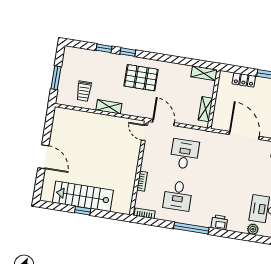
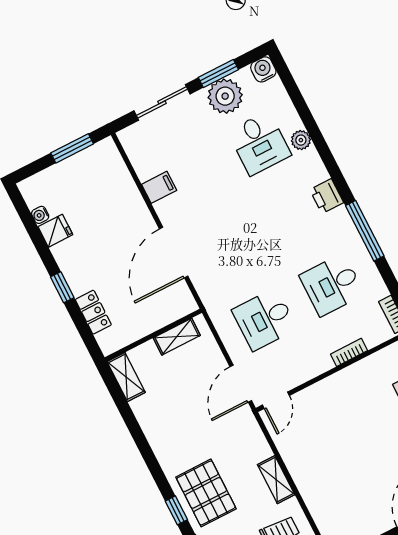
pallet: (141, 78) -> (206, 493), moved
desk: (178, 196) -> (332, 285), turned 180

